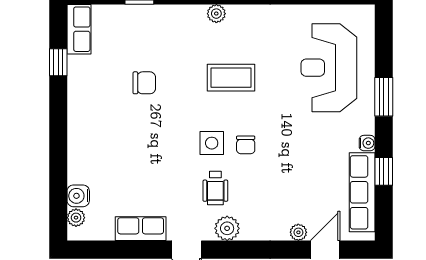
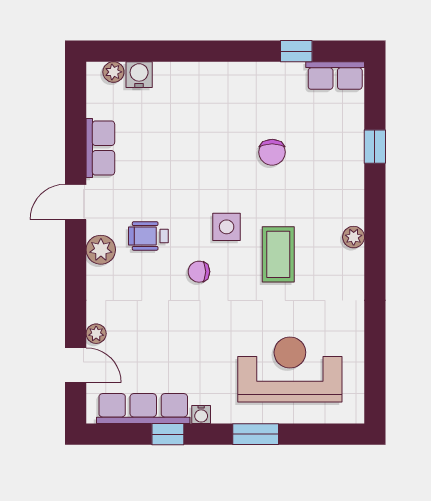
side table: (212, 143) -> (227, 227), moved

